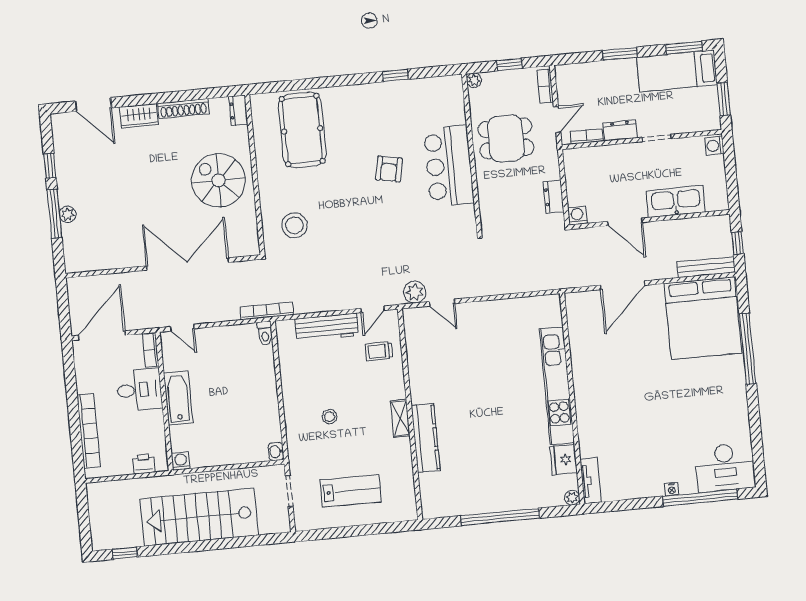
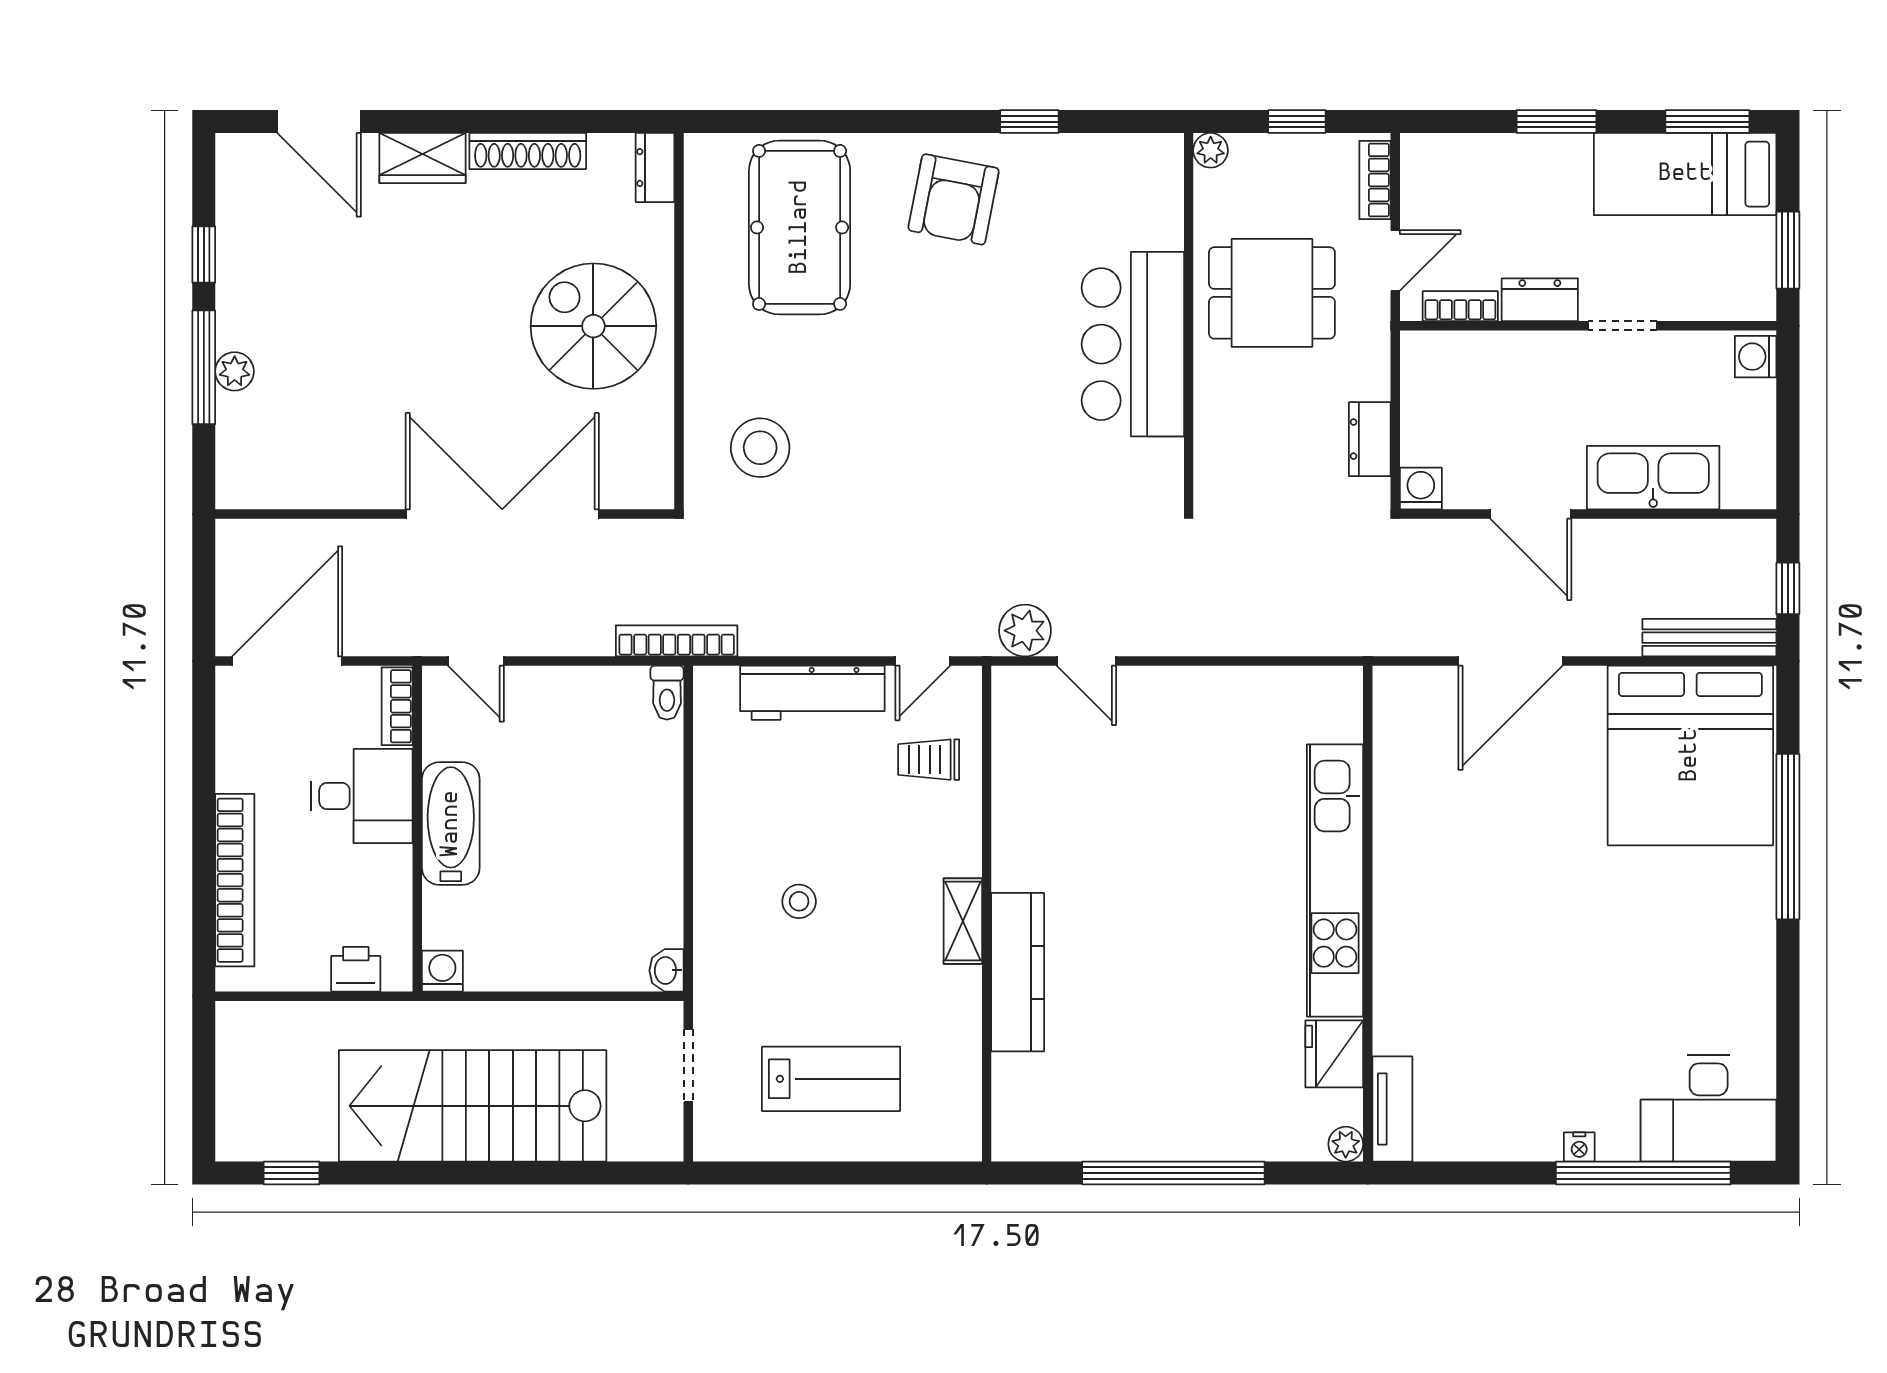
armchair: (389, 169) -> (954, 199), moved, width x1.38, depth x1.38

